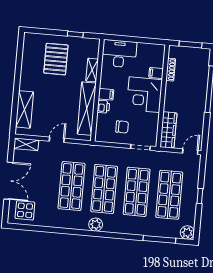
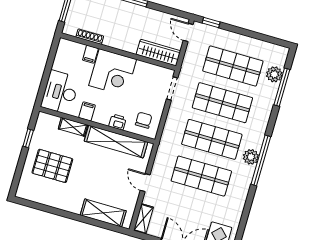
filing cabinet: (106, 94) -> (87, 111), moved
chair: (122, 127) -> (144, 120), moved
window: (200, 196) -> (211, 23), moved
plant: (187, 233) -> (274, 74), moved
window: (94, 234) -> (261, 160), added

